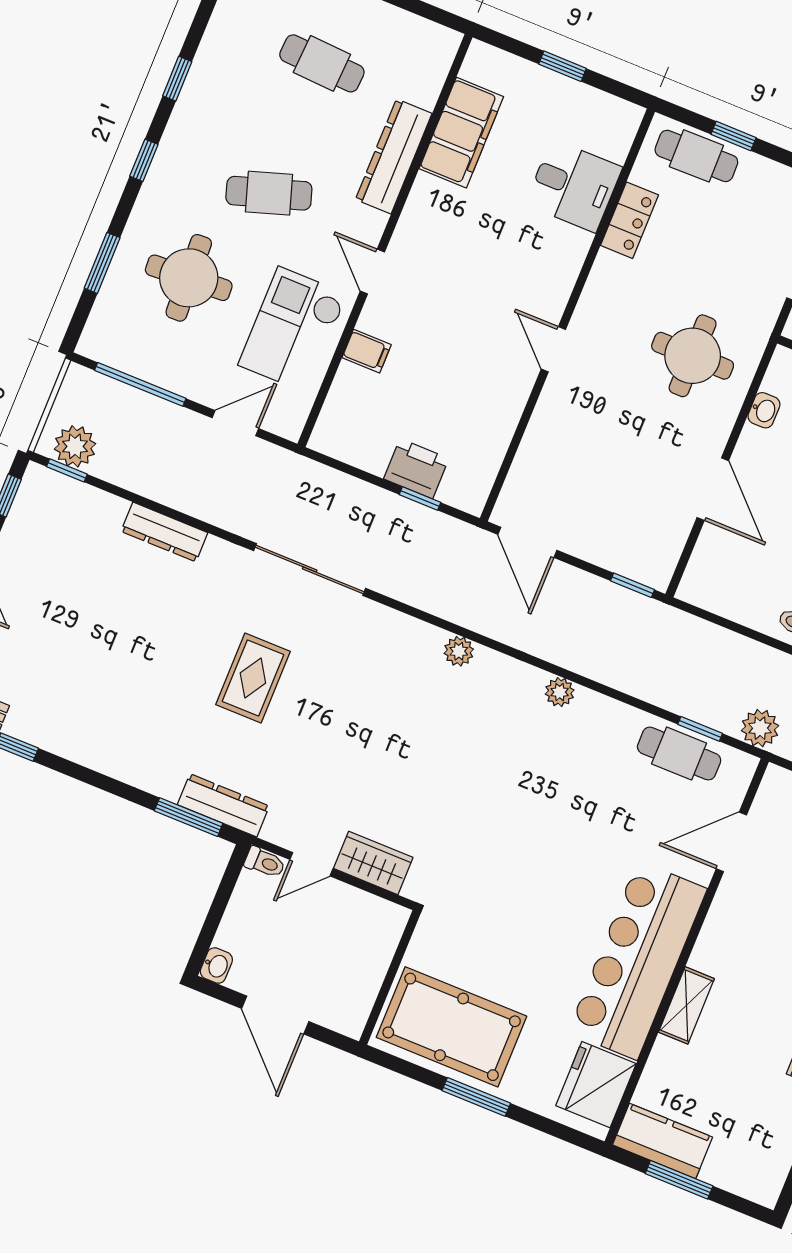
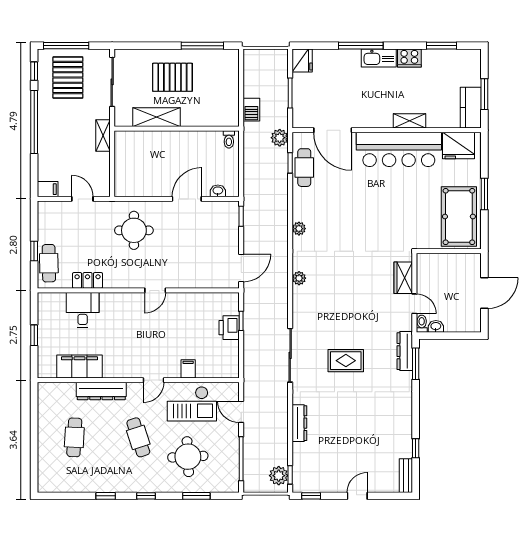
washbasin: (764, 410) -> (218, 191), moved
door: (731, 842) -> (333, 130), width x1.36
washbasin: (216, 966) -> (436, 326), moved

